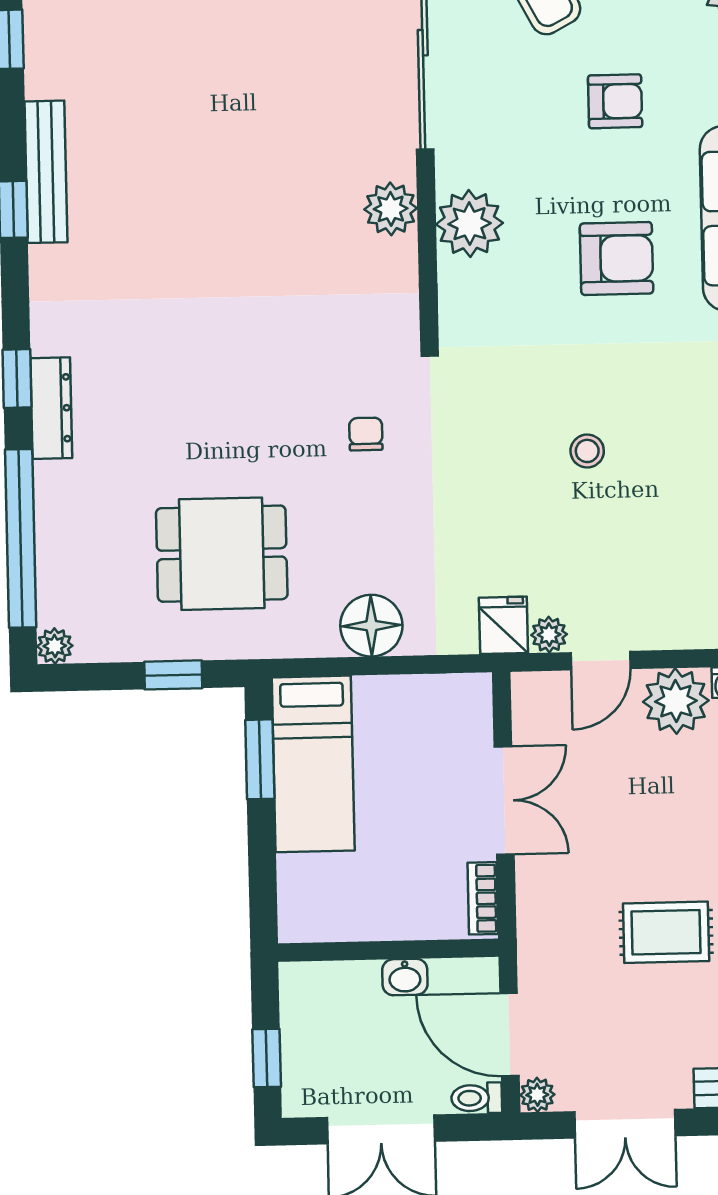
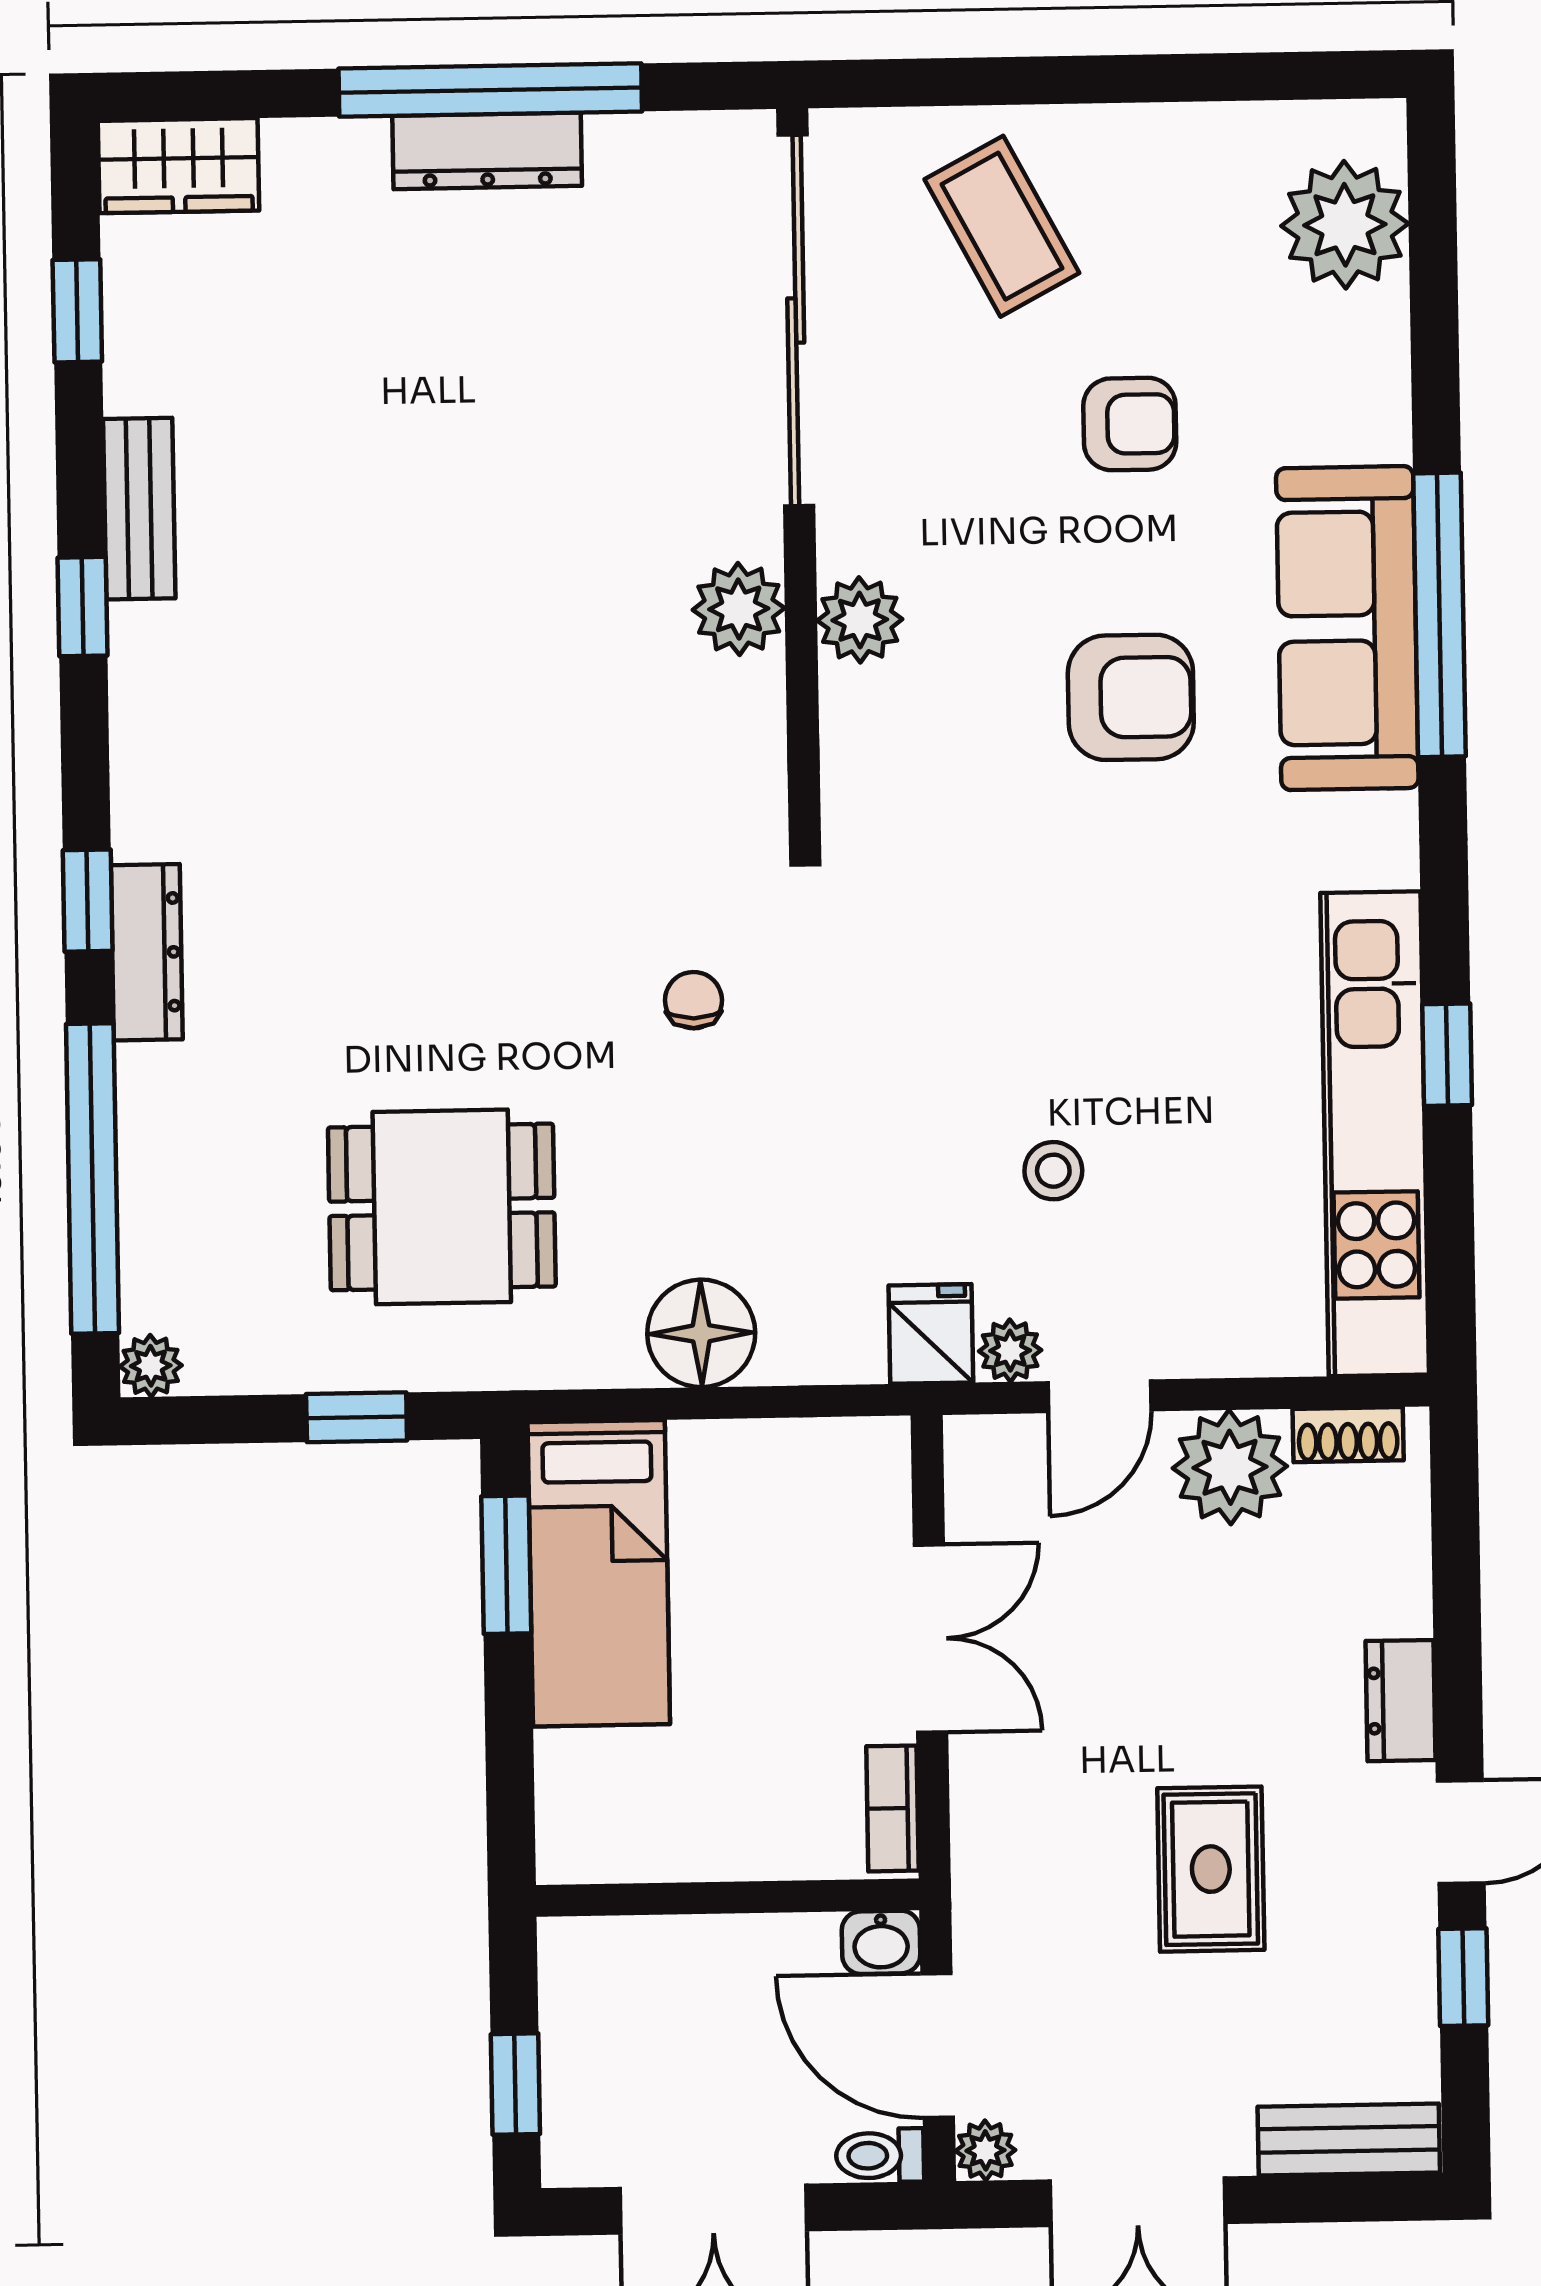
bench: (46, 172) -> (139, 509), width x0.73
plant: (469, 224) -> (860, 620), width x0.73, depth x0.73
stool: (587, 451) -> (1053, 1171), moved
rug: (666, 932) -> (1211, 1869), turned 90
washbasin: (405, 977) -> (881, 1942), moved

